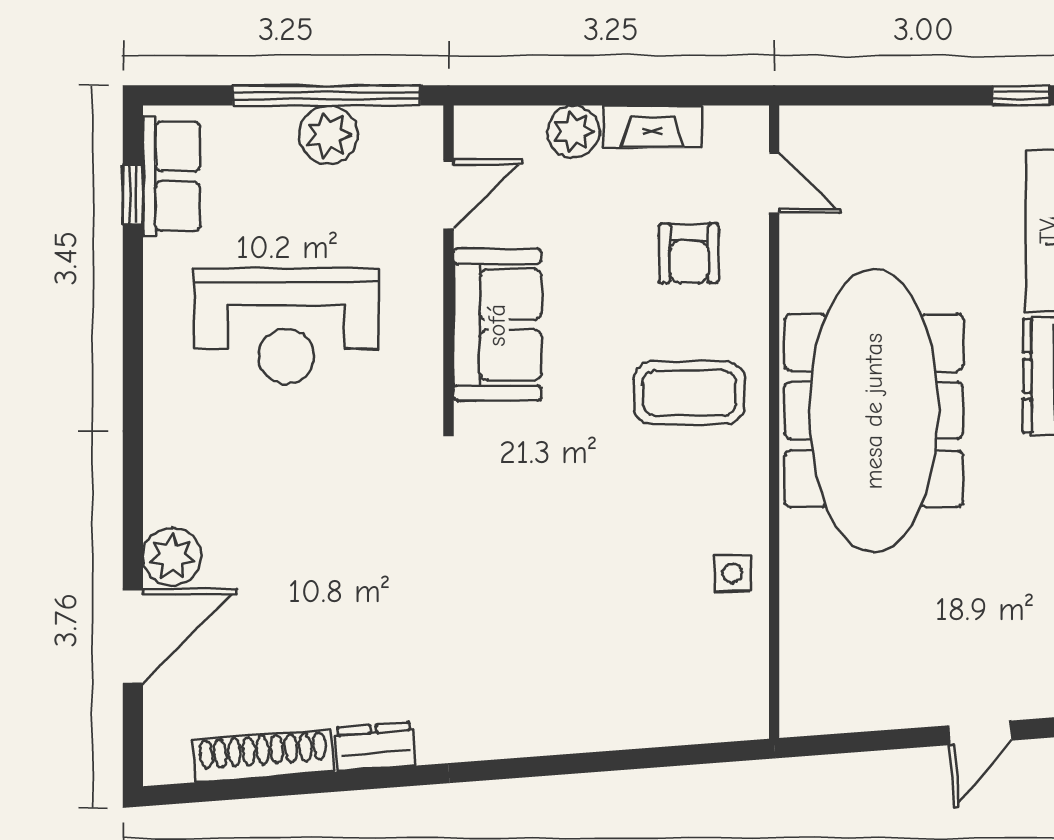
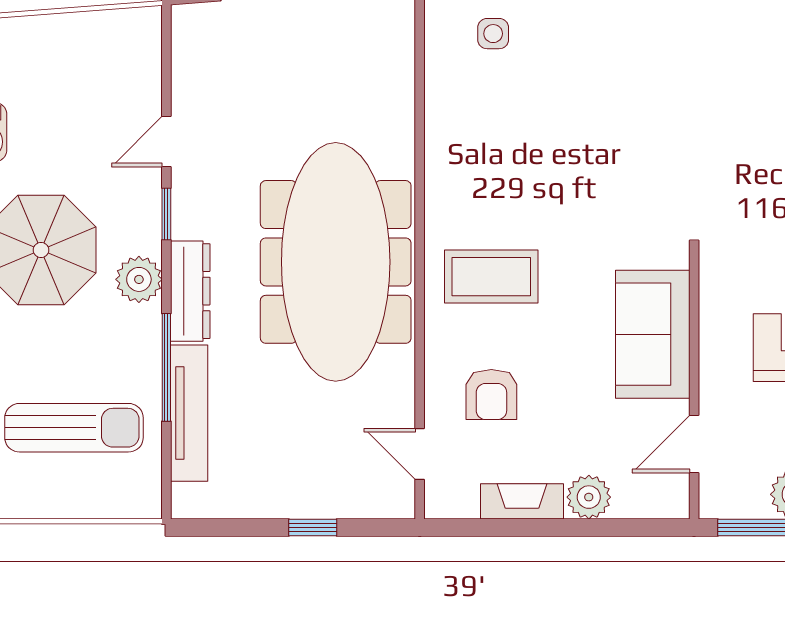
window: (1021, 95) -> (313, 527), moved
armchair: (689, 253) -> (491, 394), turned 180
side table: (732, 573) -> (493, 34), moved

